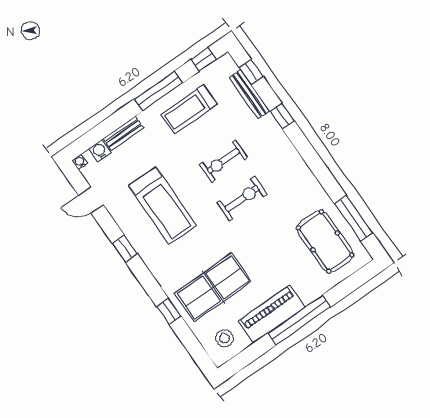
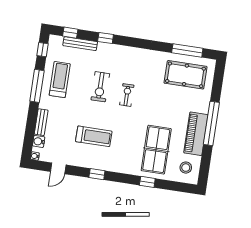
treadmill: (189, 109) -> (60, 80), turned 180
exercise bike: (242, 199) -> (127, 95), width x0.73, depth x0.72
treadmill: (163, 205) -> (94, 136), width x0.73, depth x0.73

